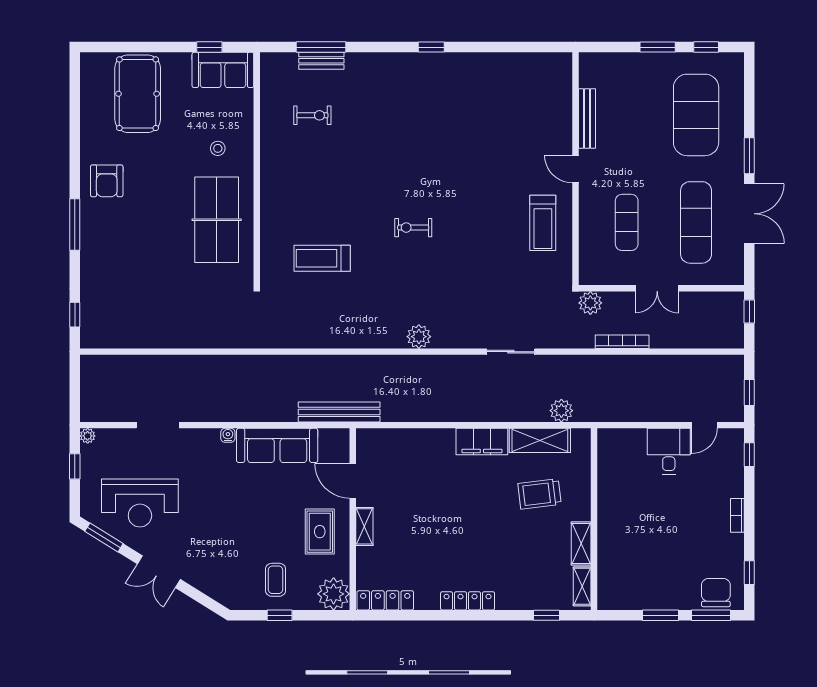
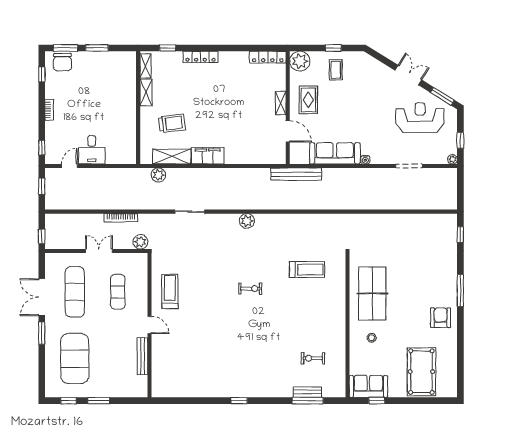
locker: (468, 601) -> (201, 57), moved

